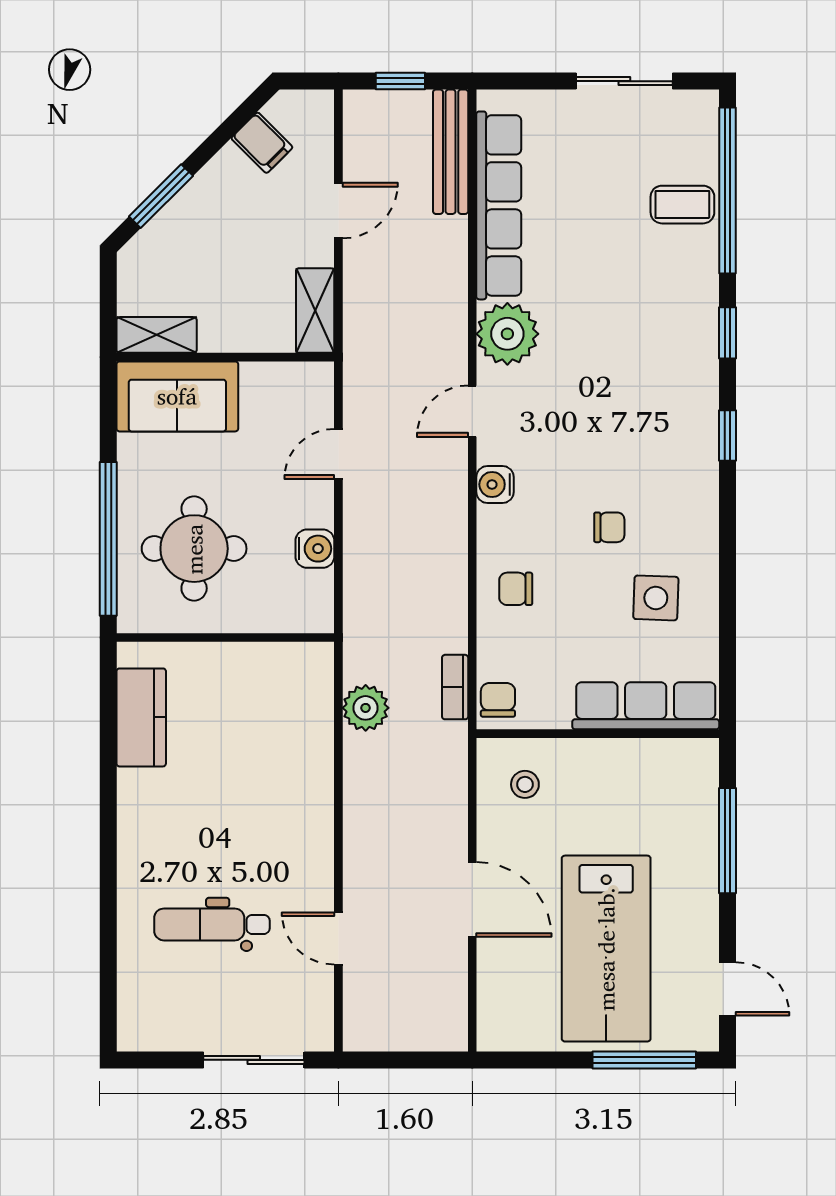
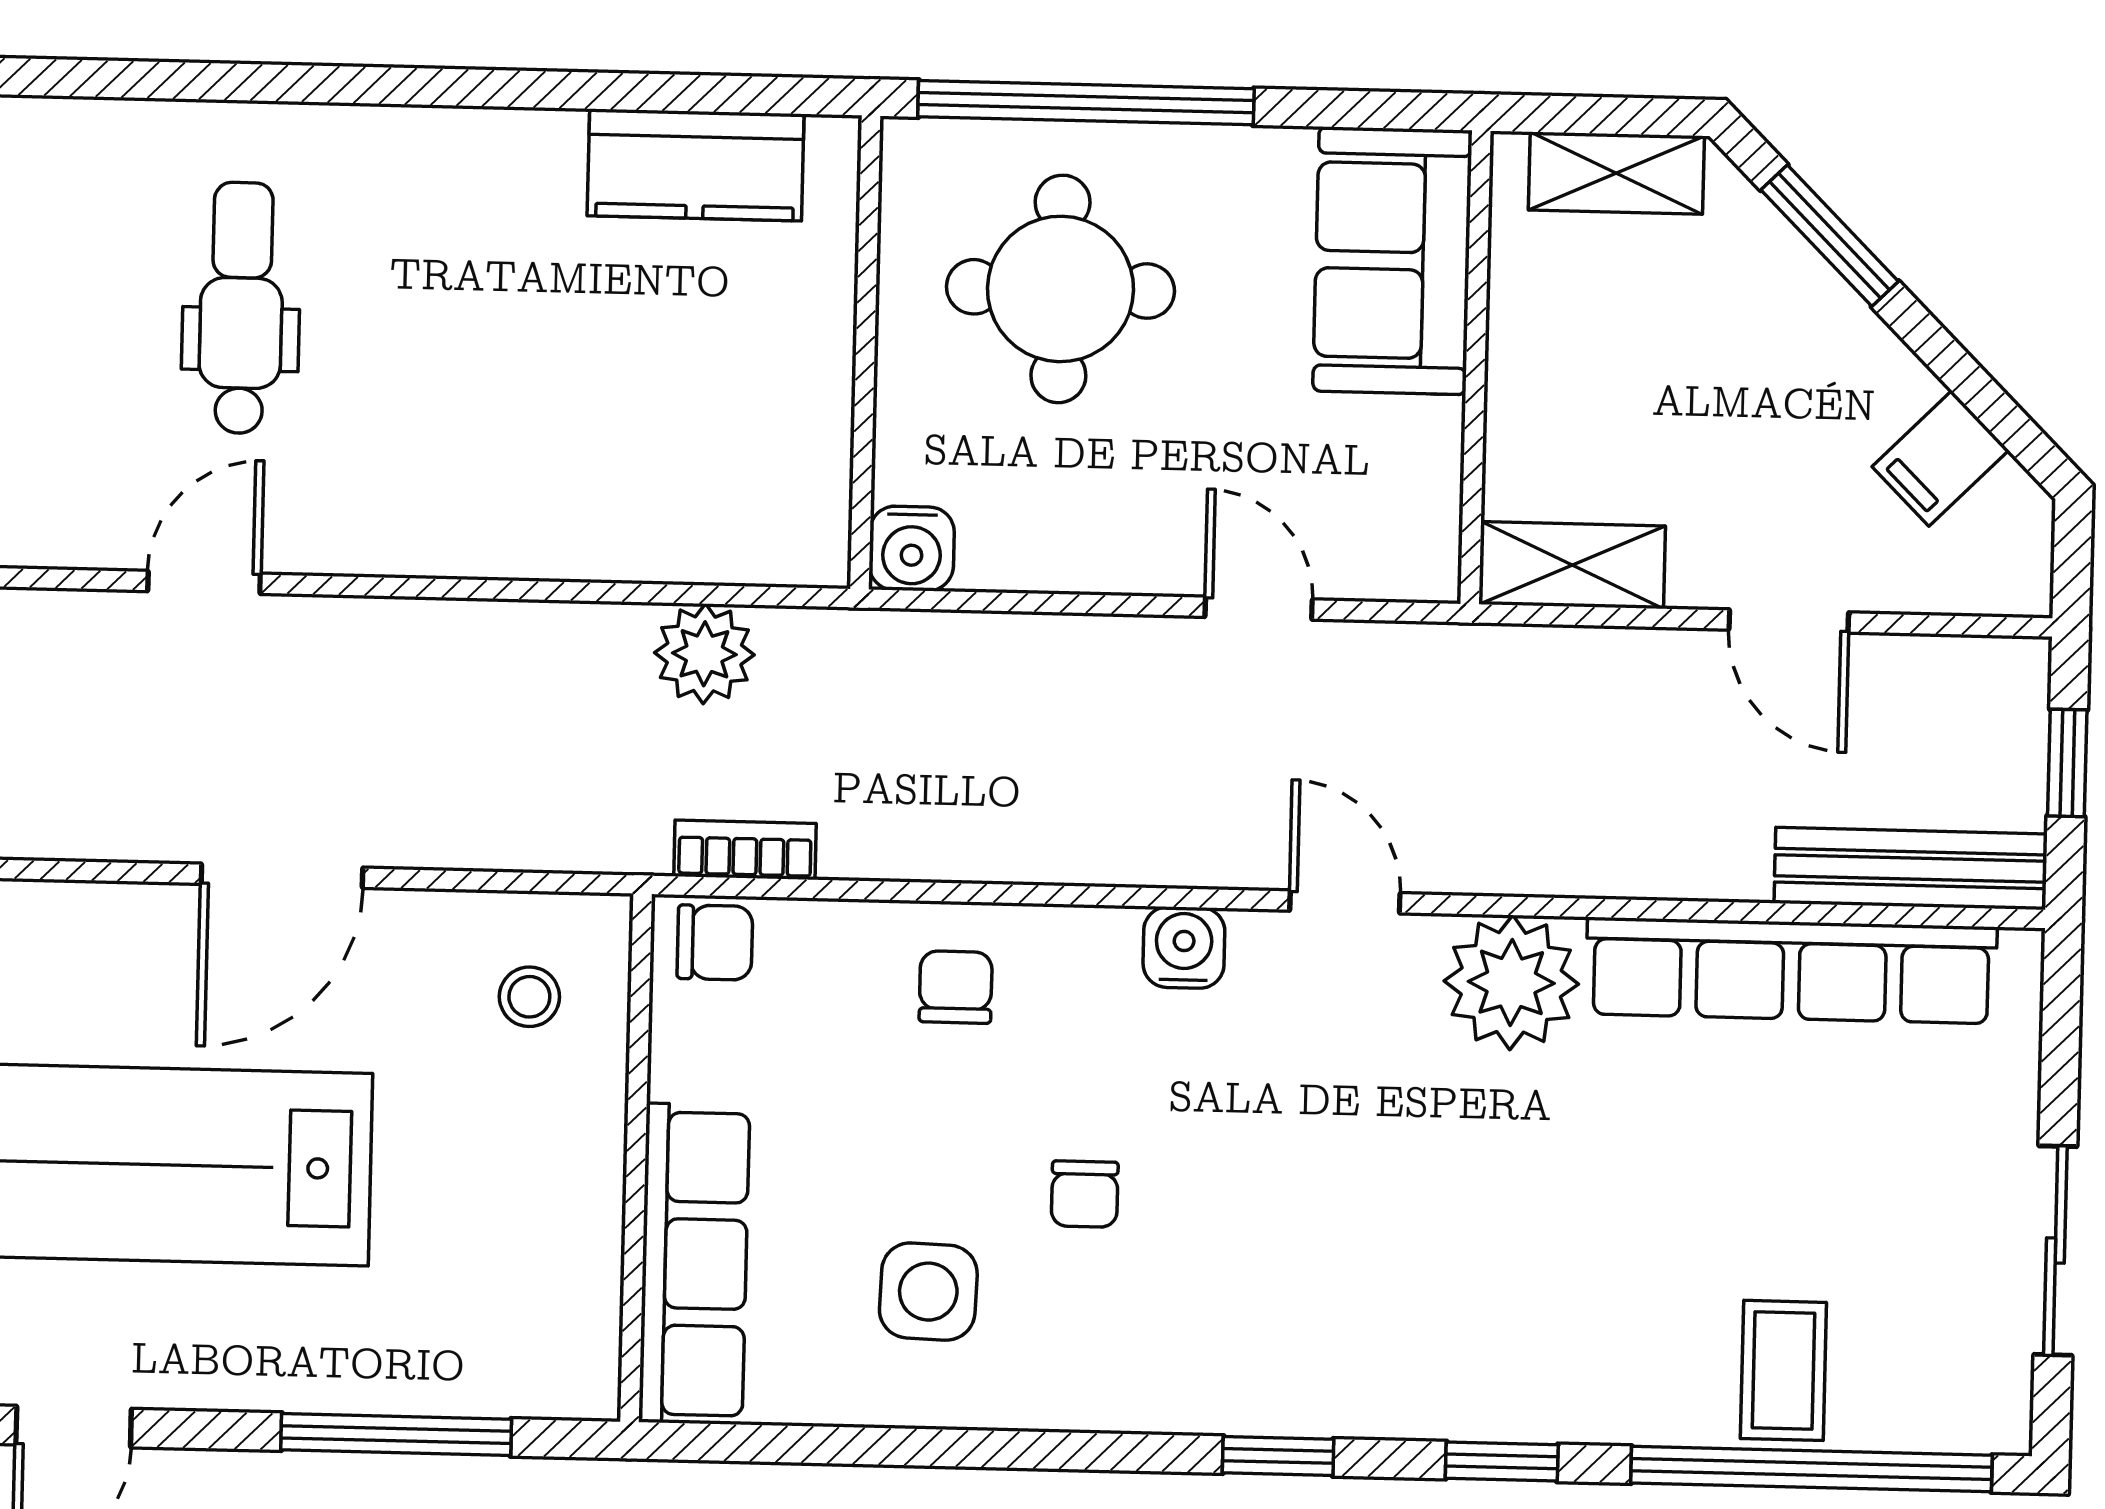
shelving: (157, 335) -> (1616, 173), moved, turned 90
water cooler: (315, 549) -> (912, 548), moved

